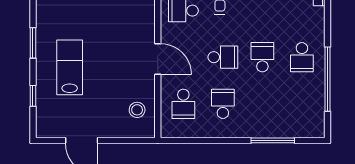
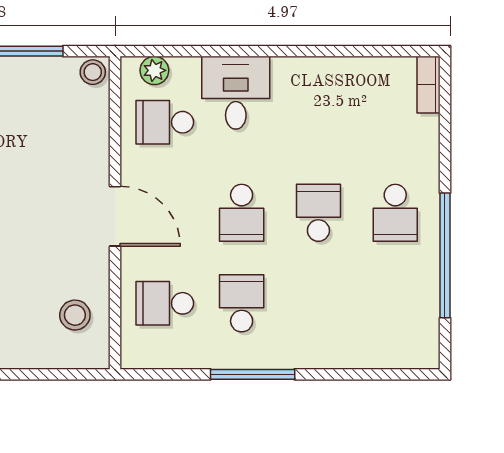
school desk: (223, 57) -> (242, 213), turned 90
school desk: (183, 104) -> (165, 303), turned 90
window: (273, 140) -> (253, 374), moved

